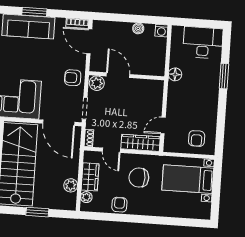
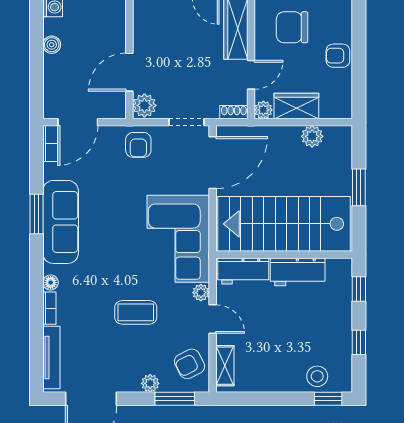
chair: (139, 178) -> (292, 27), turned 90
plant: (86, 197) -> (263, 110), moved

